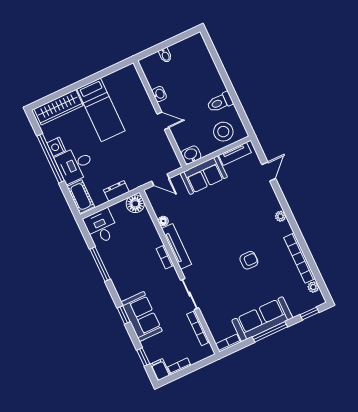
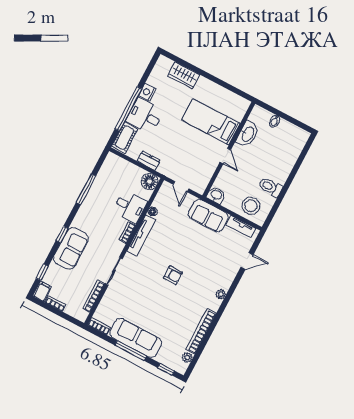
washbasin: (159, 94) -> (248, 134), width x1.91, depth x1.45
wardrobe: (58, 107) -> (184, 75), width x0.67
bed: (101, 110) -> (211, 122), moved, turned 90
window: (51, 158) -> (128, 109), moved
desk: (101, 226) -> (130, 207), moved, turned 90
armchair: (249, 260) -> (173, 275), moved

